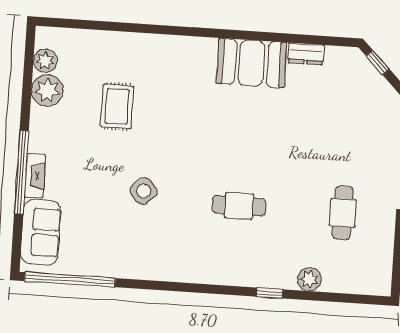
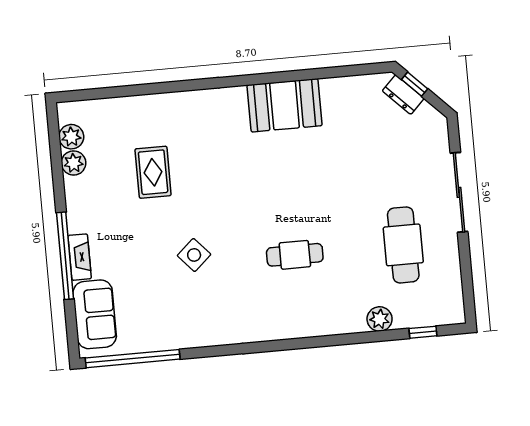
dresser: (306, 54) -> (403, 95), moved, turned 45
plant: (47, 90) -> (74, 163), width x0.73, depth x0.73
cafe table: (343, 213) -> (403, 245), width x1.37, depth x1.35
window: (270, 293) -> (423, 332), moved

